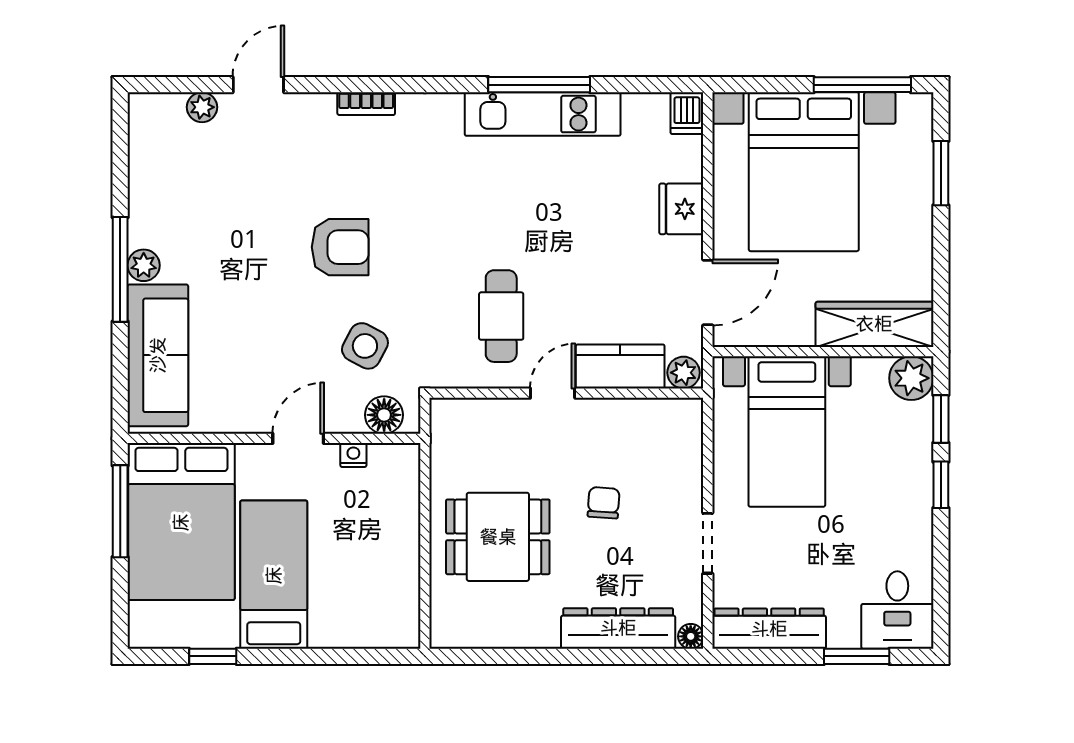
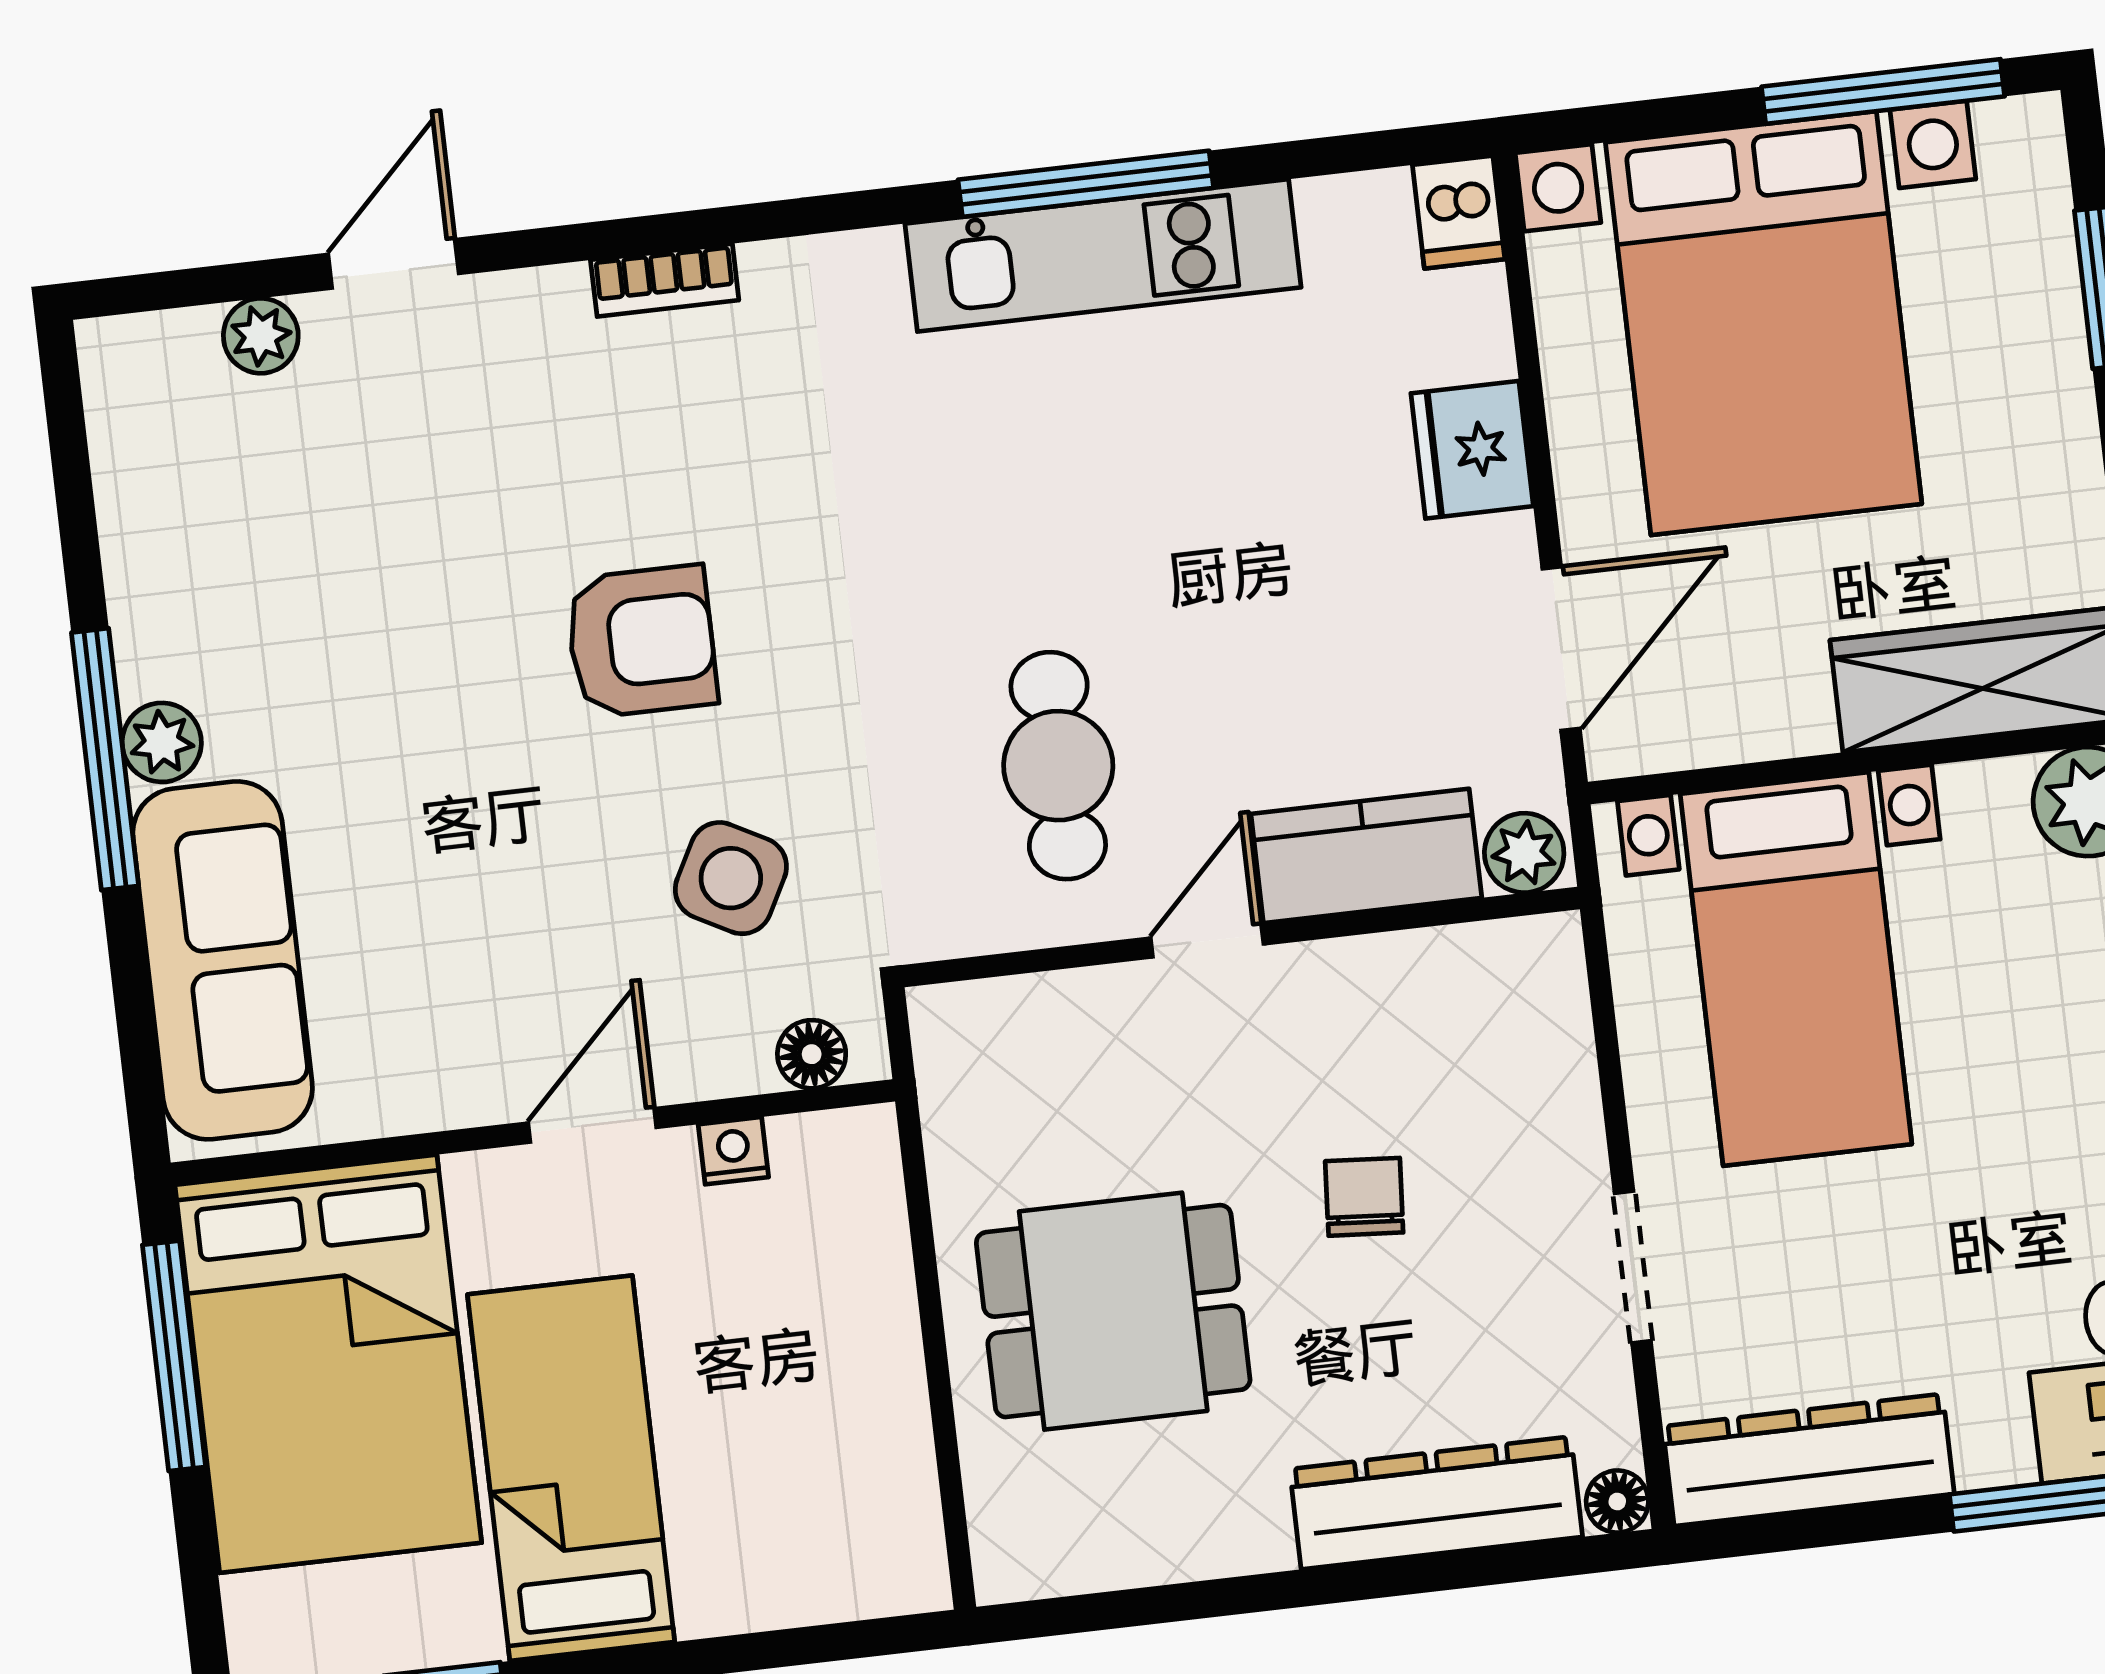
floor lamp: (384, 415) -> (812, 1054), width x0.73, depth x0.73

